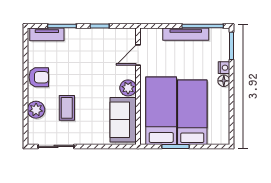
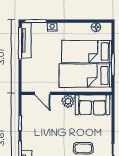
tv unit: (186, 34) -> (26, 40), moved
floor lamp: (224, 81) -> (96, 27), moved

